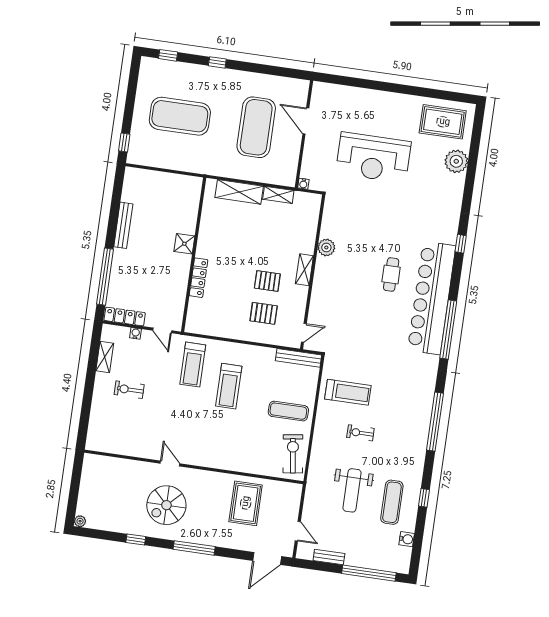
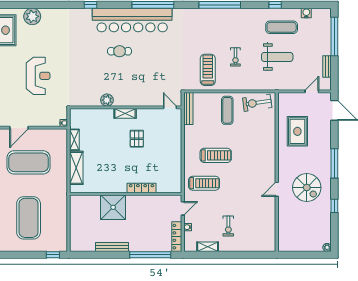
reception desk: (373, 158) -> (38, 76), width x0.74, depth x0.77
shower: (184, 244) -> (113, 207), width x1.86, depth x1.86
pallet: (264, 313) -> (160, 138), removed
rug: (246, 503) -> (297, 131), turned 90

